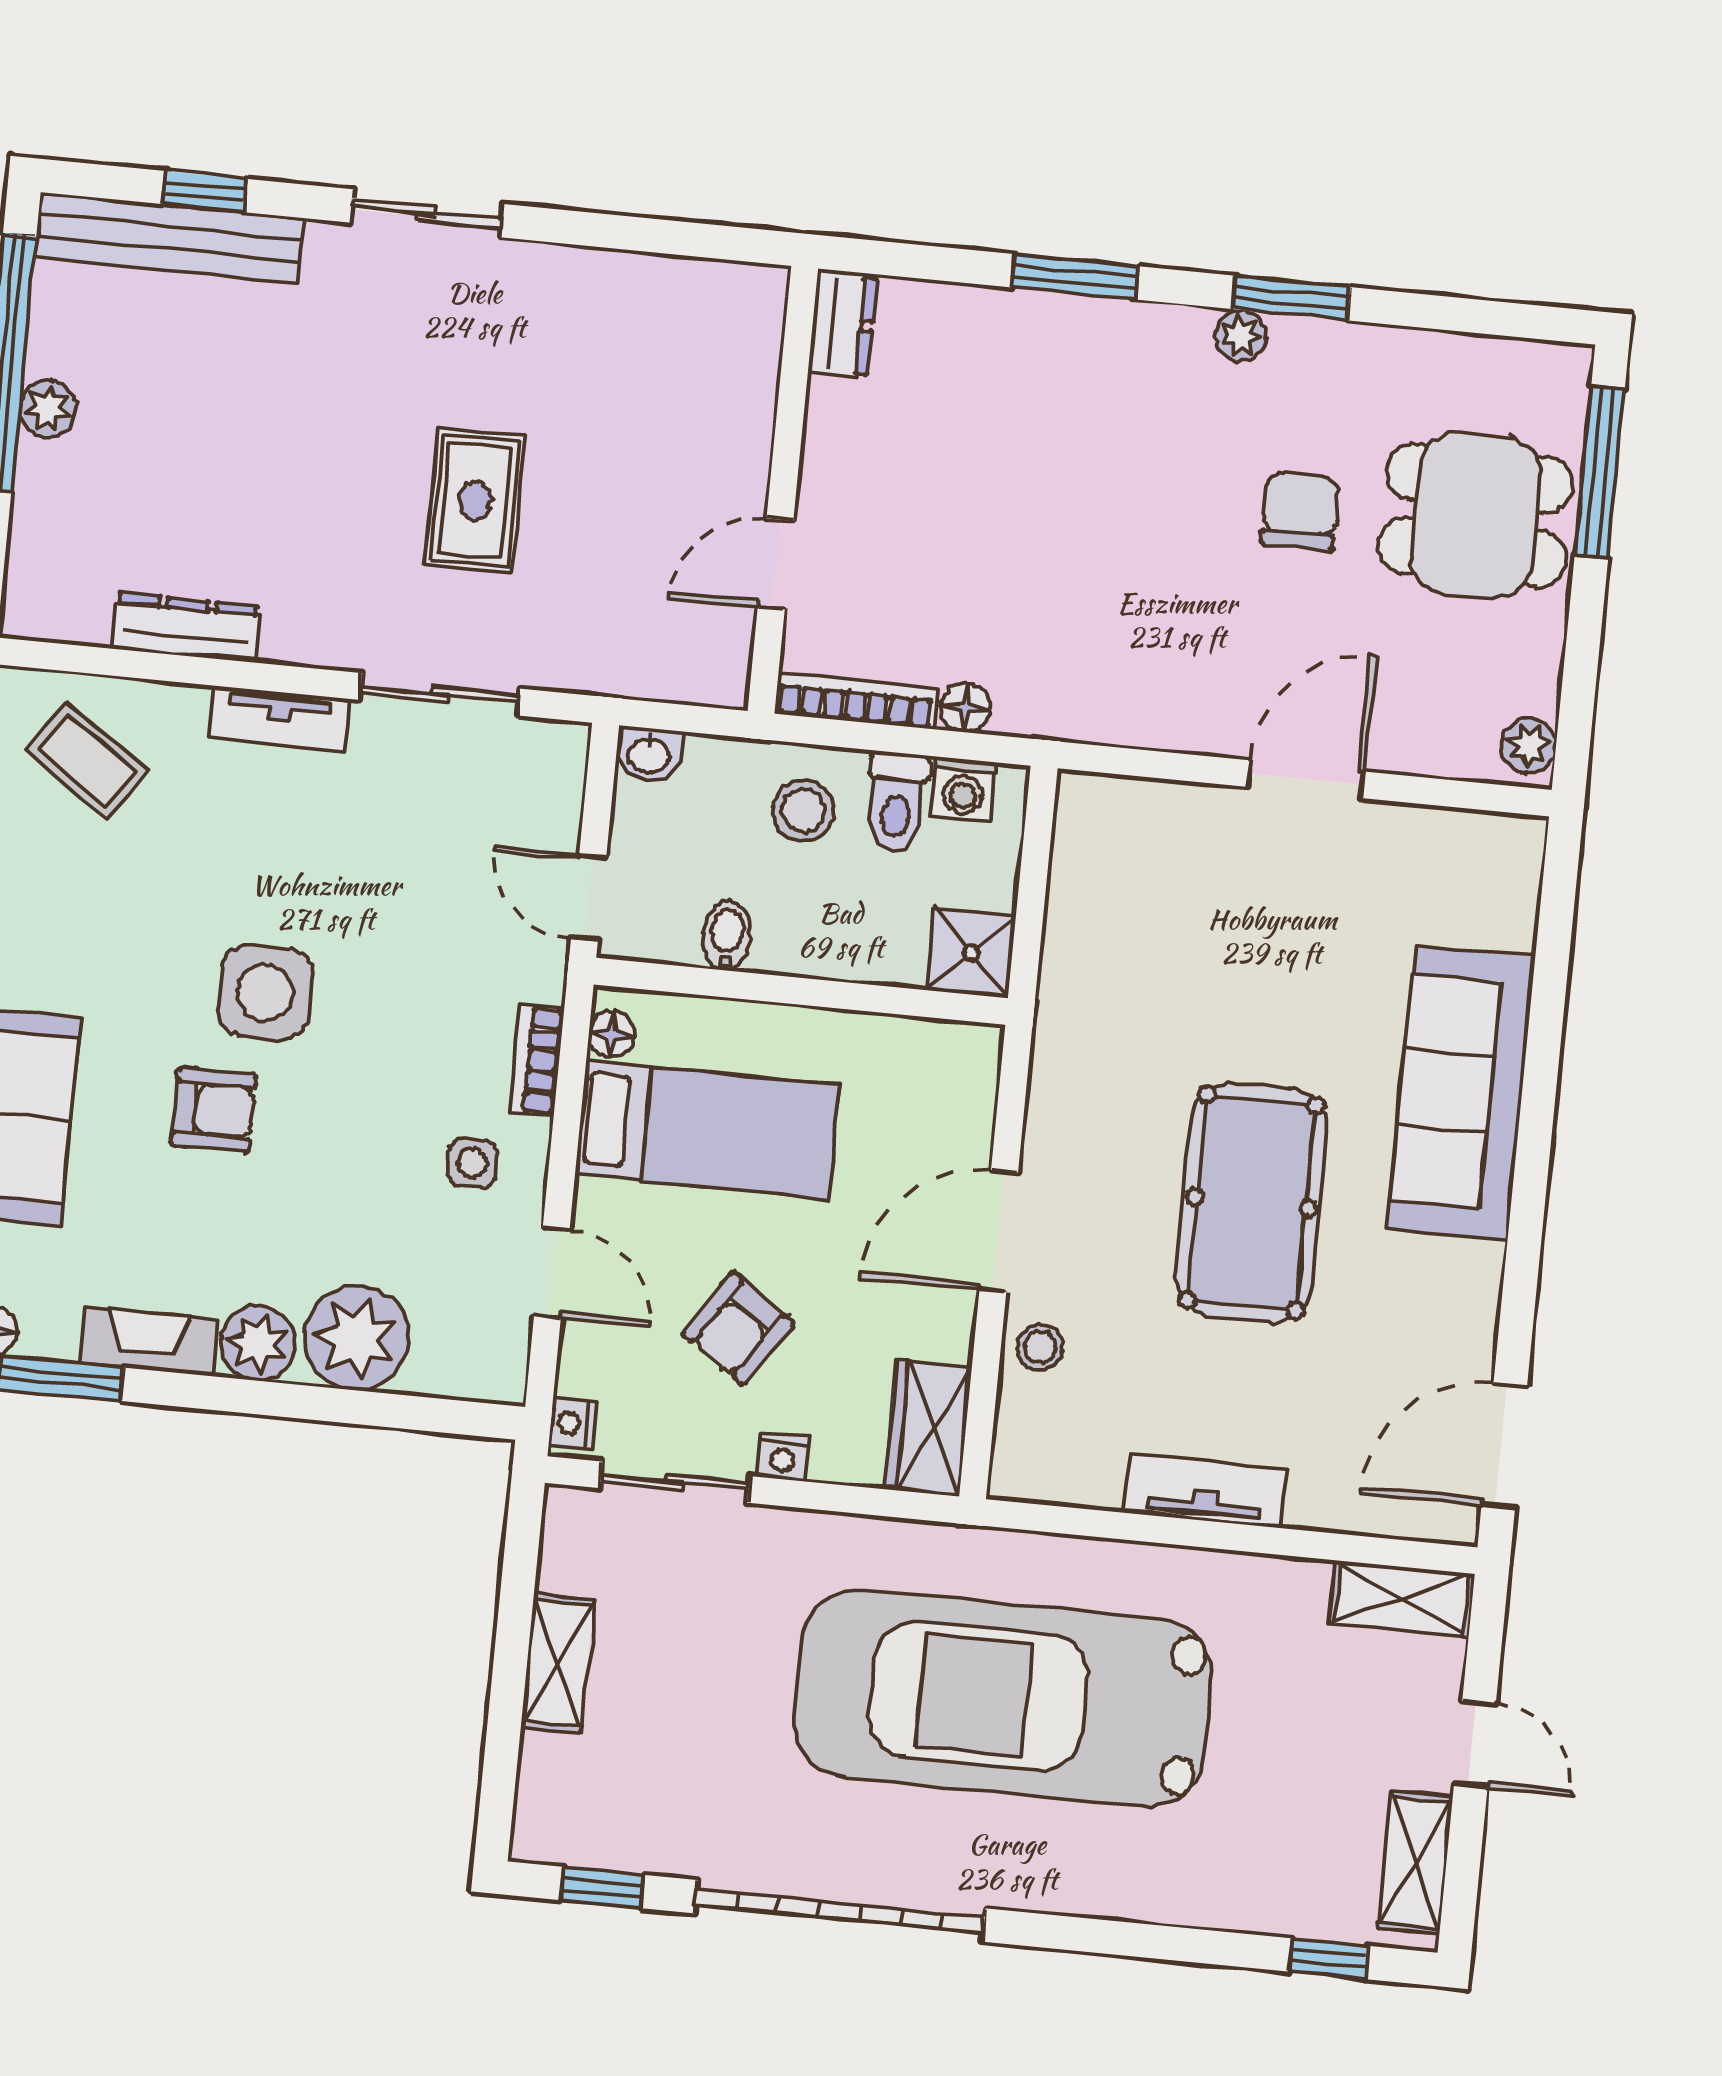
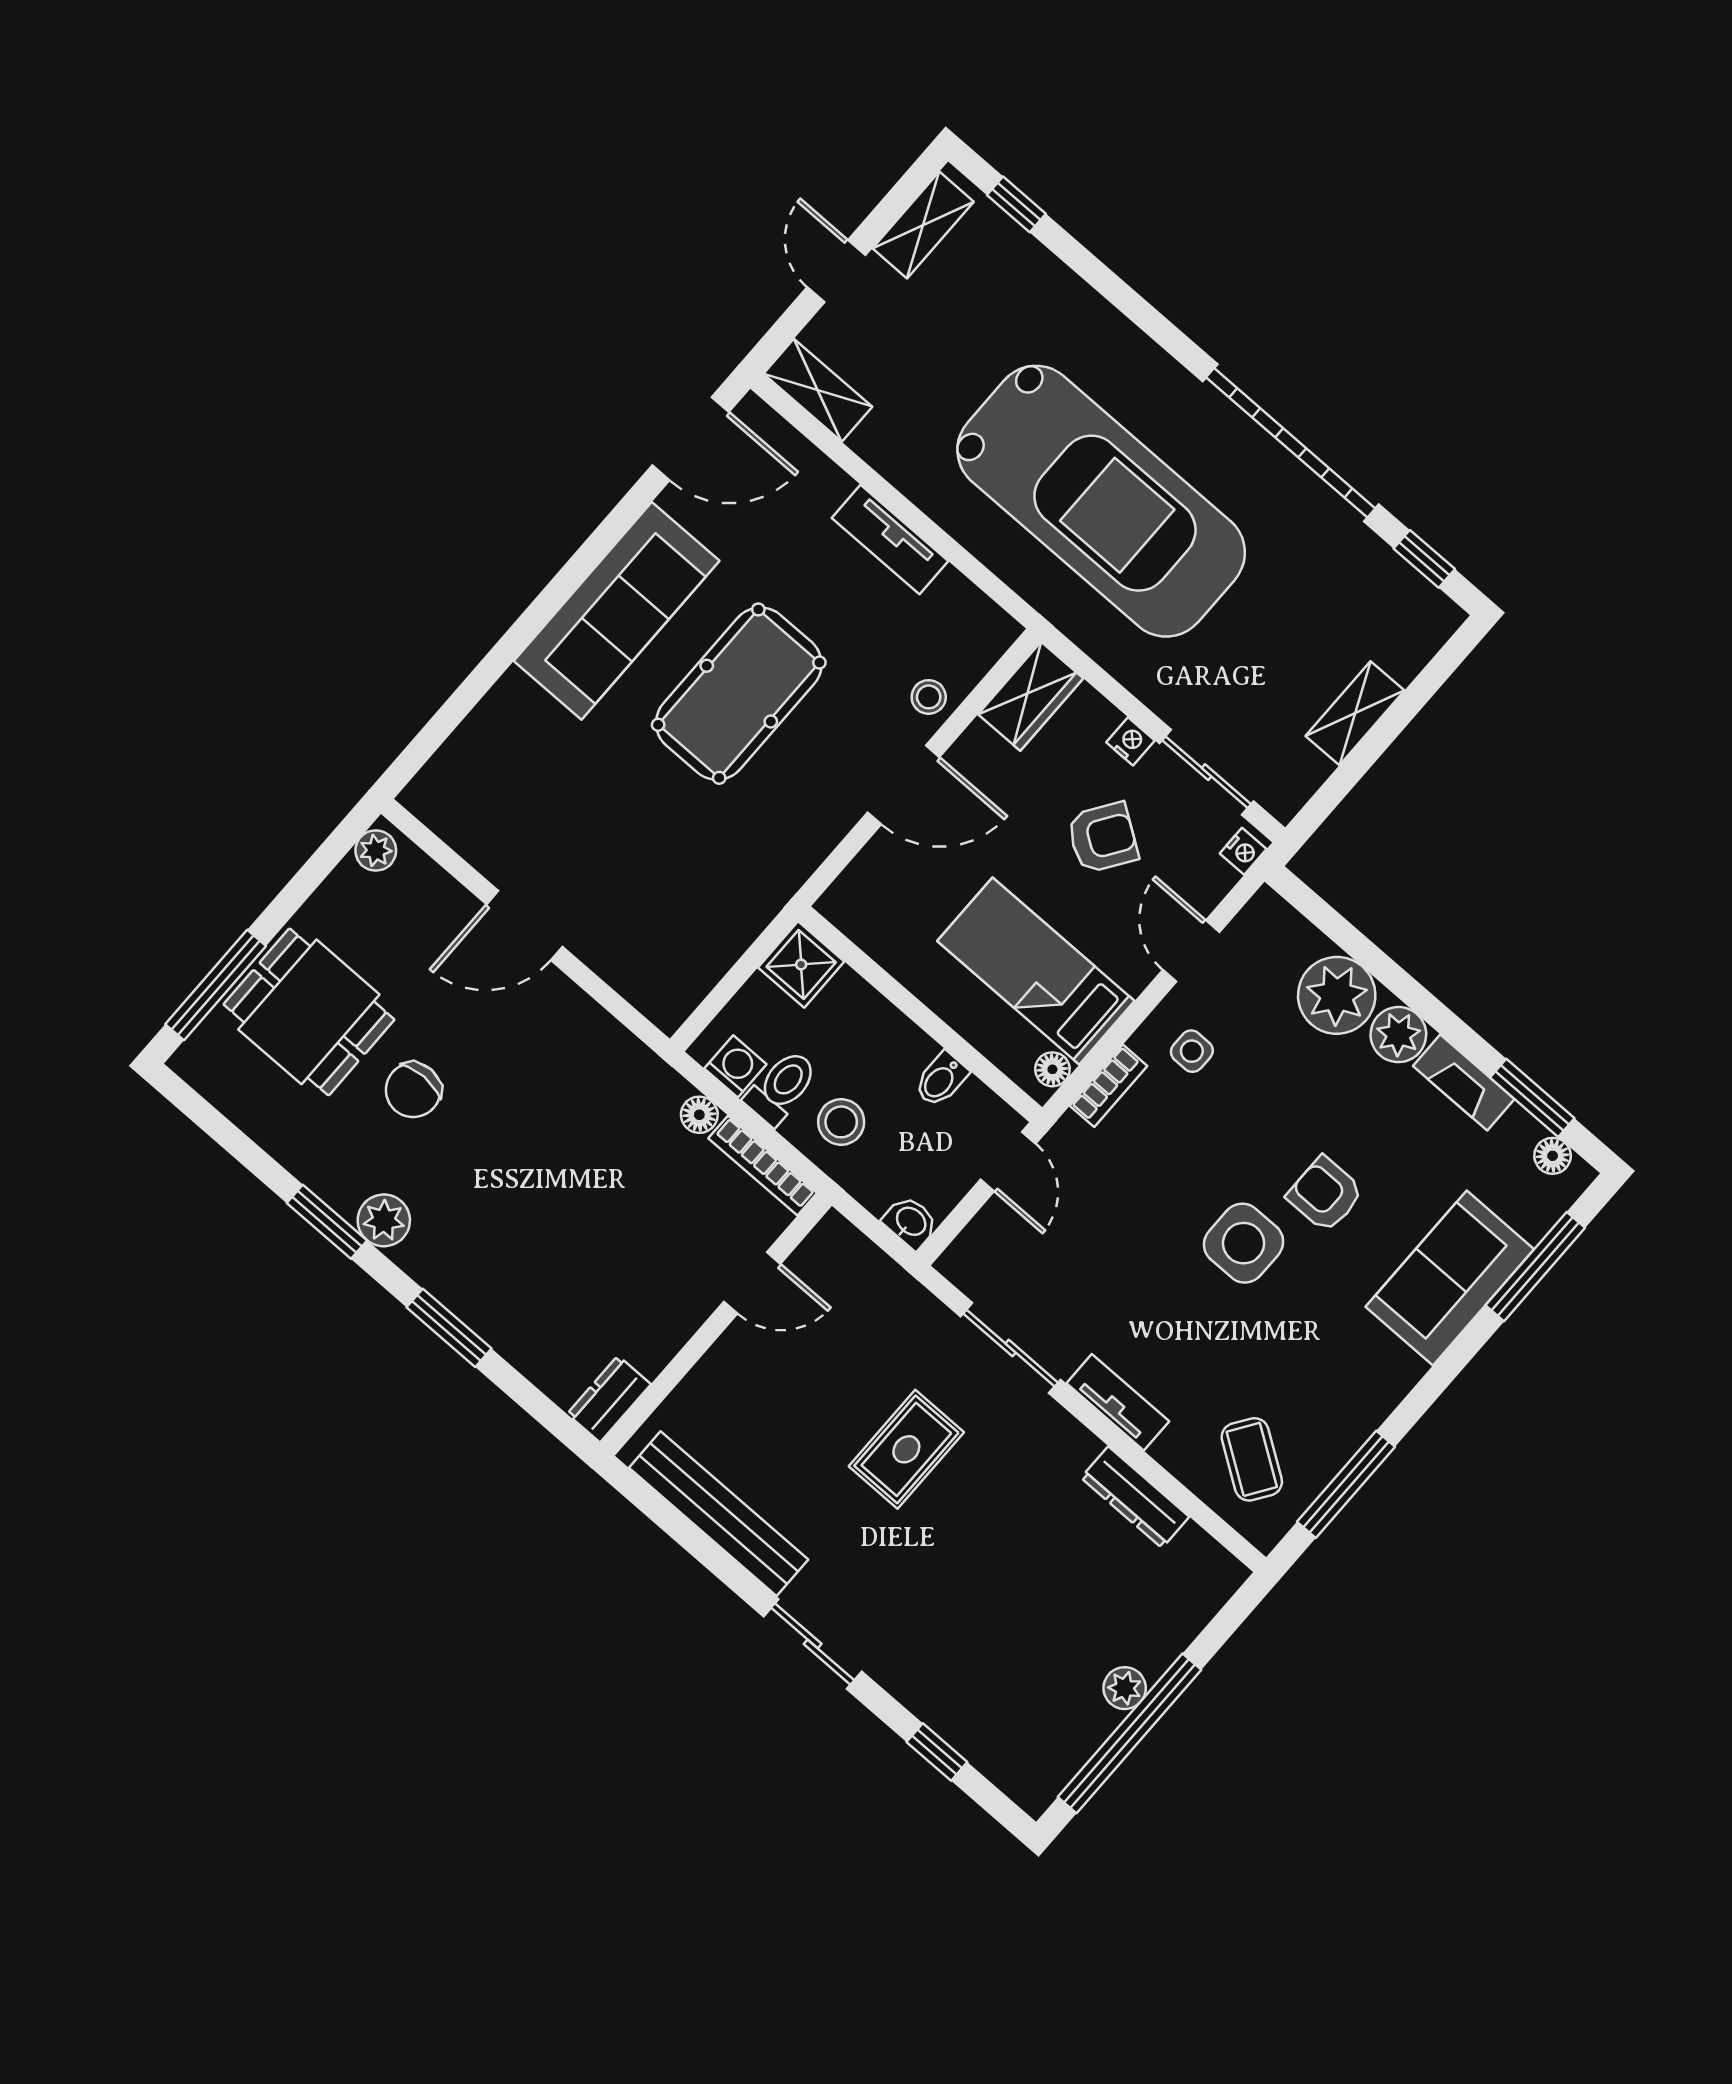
bench: (169, 238) -> (719, 1514), moved
plant: (1241, 336) -> (384, 1220), width x1.38, depth x1.38
sofa: (1461, 1092) -> (617, 611), moved

